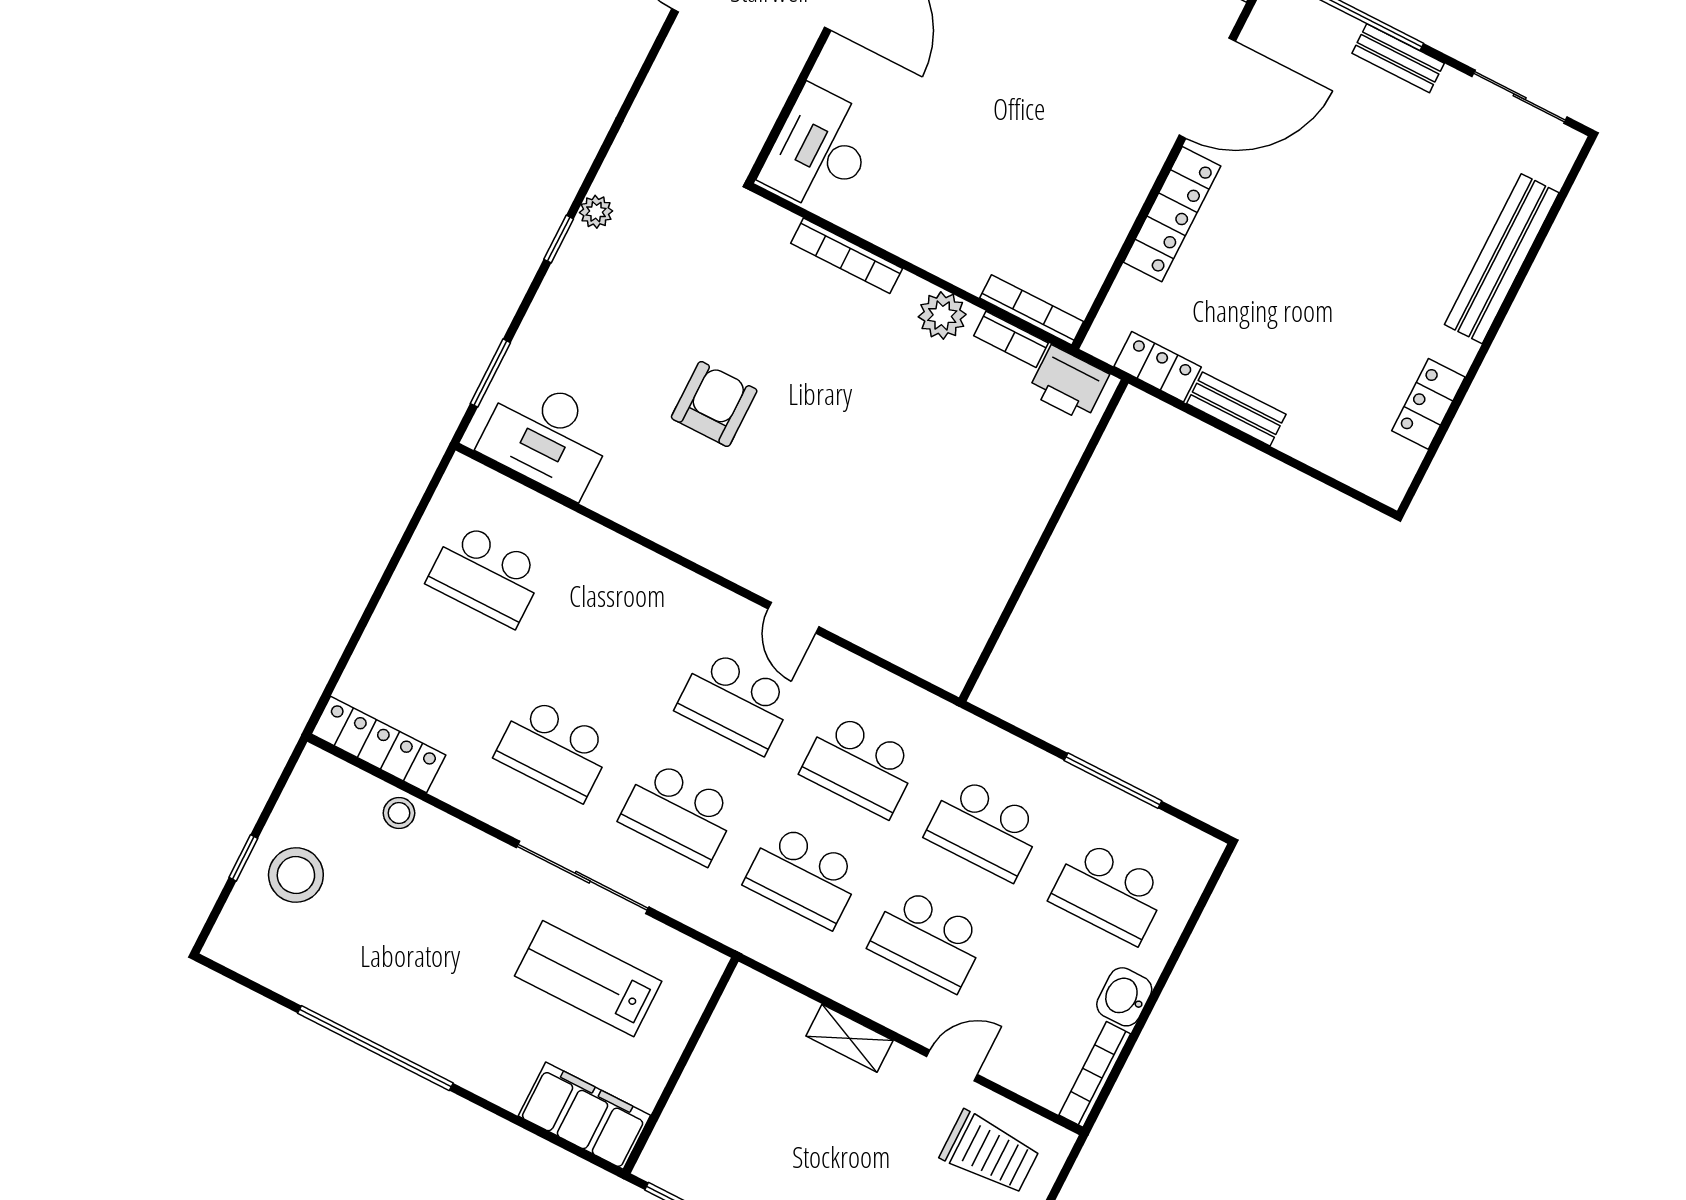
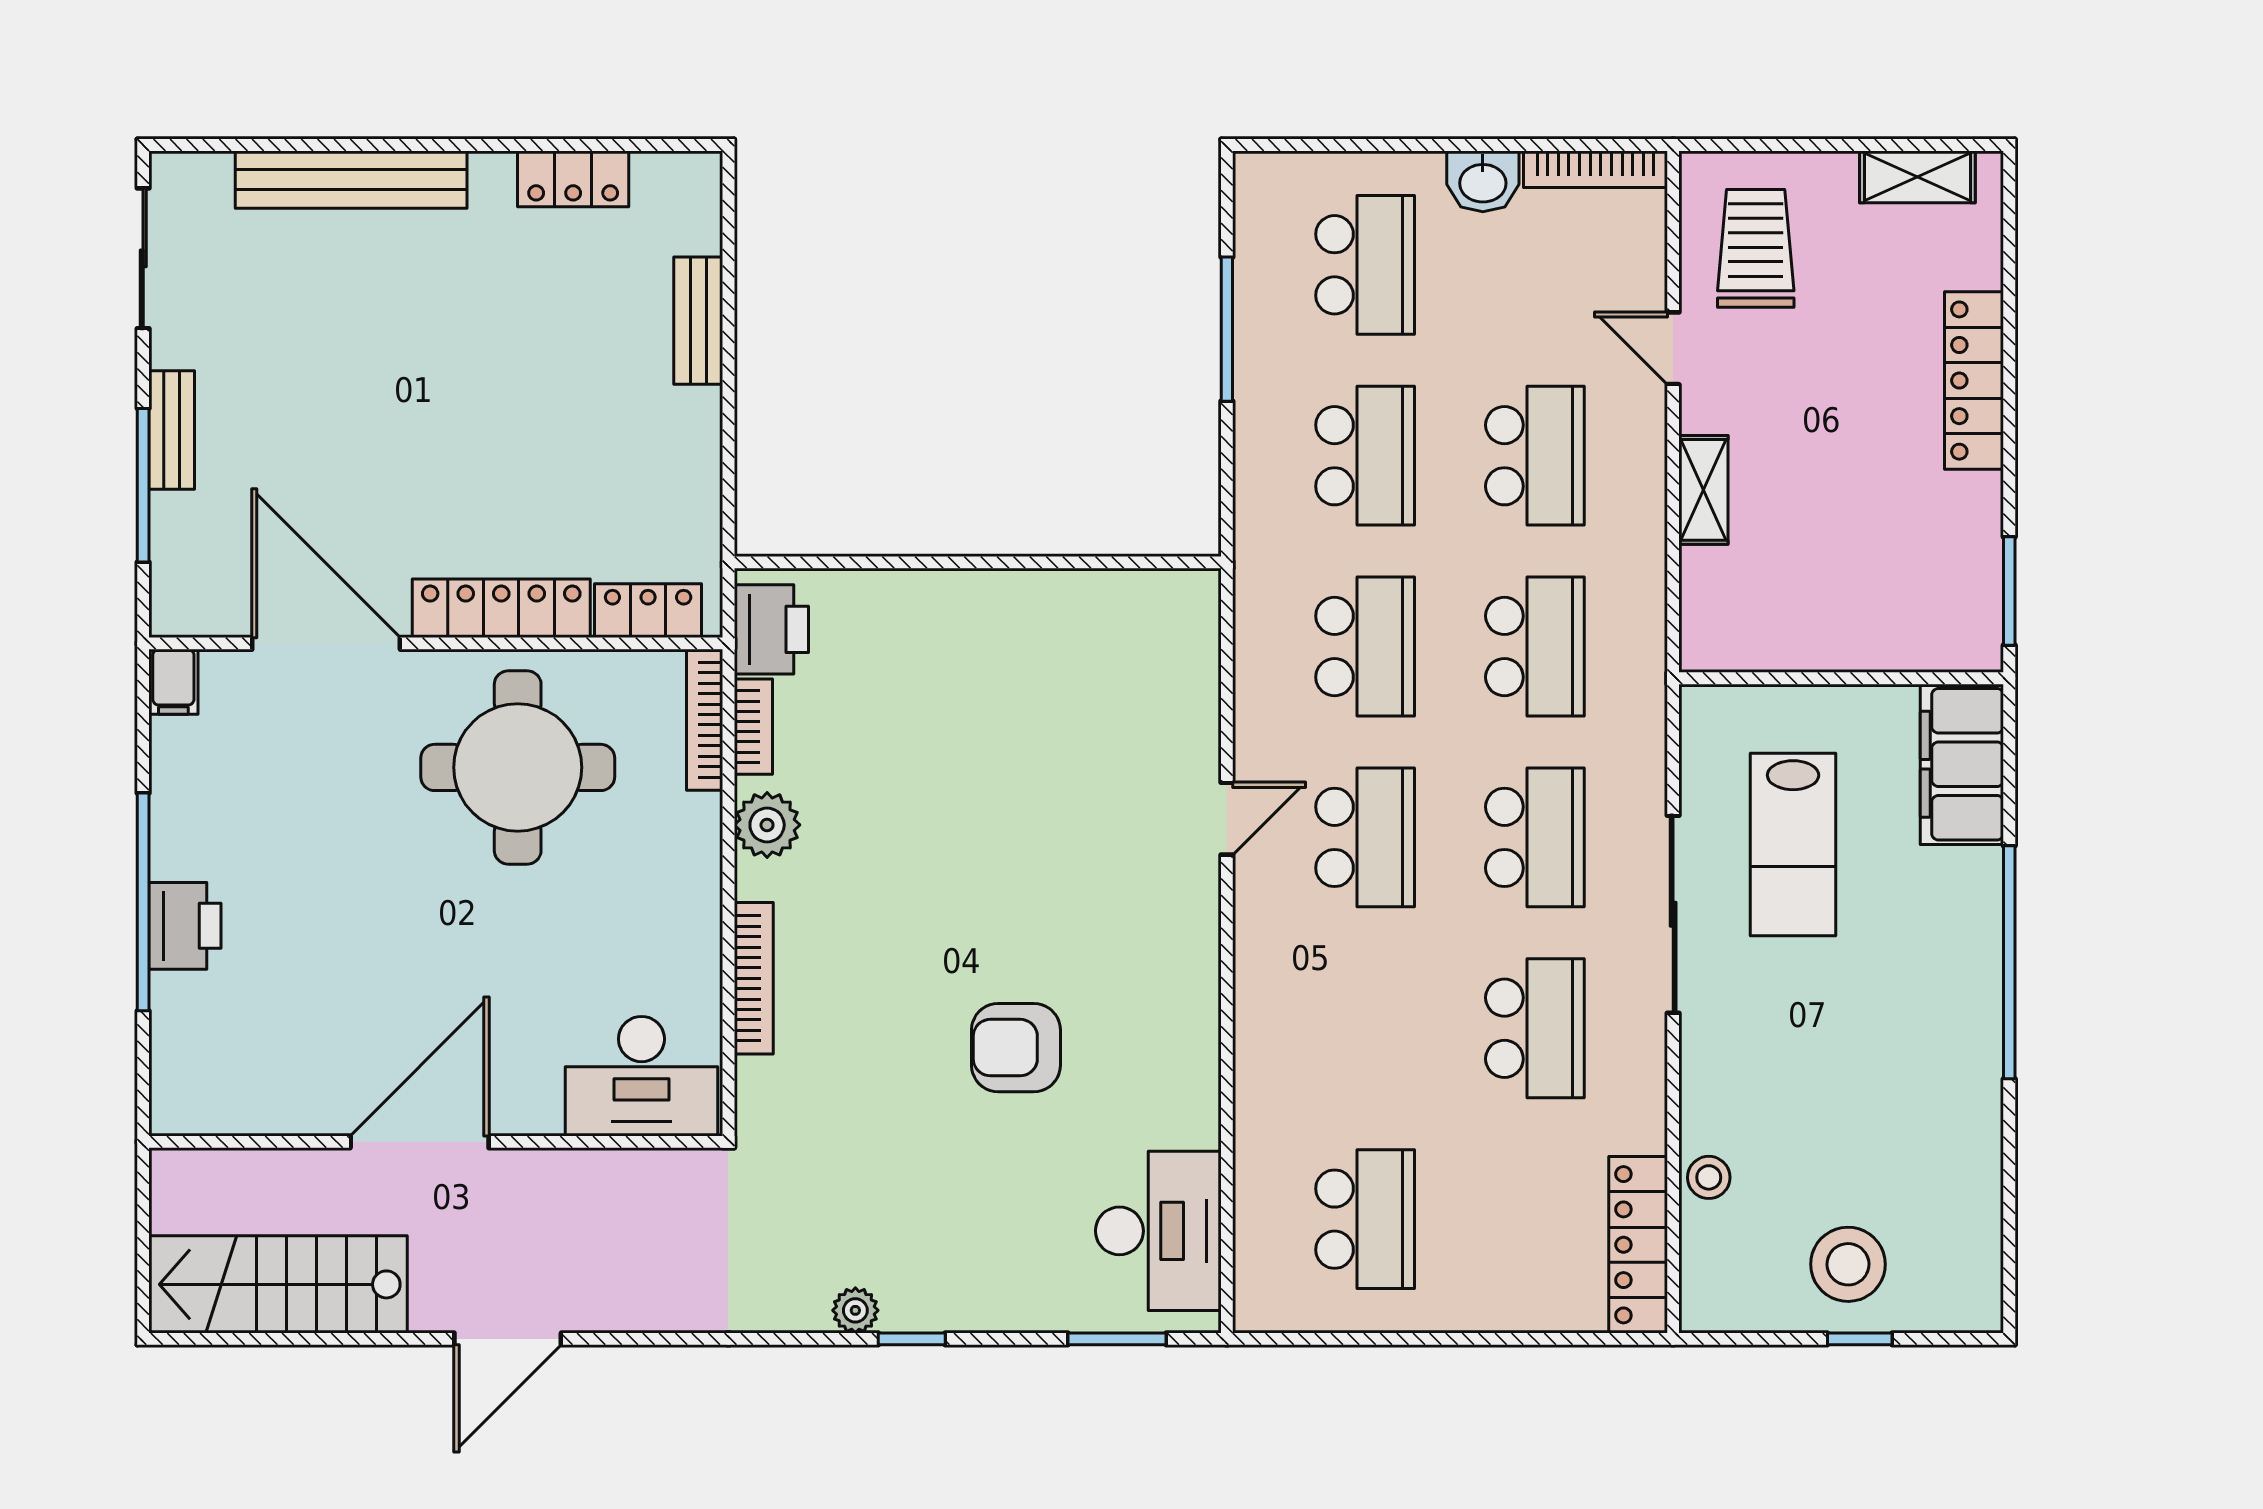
round table: (1063, 172) -> (518, 767), added
locker: (1158, 367) -> (648, 611), moved, turned 90
bench: (1236, 409) -> (698, 321), moved
window: (375, 1048) -> (2009, 962), moved

